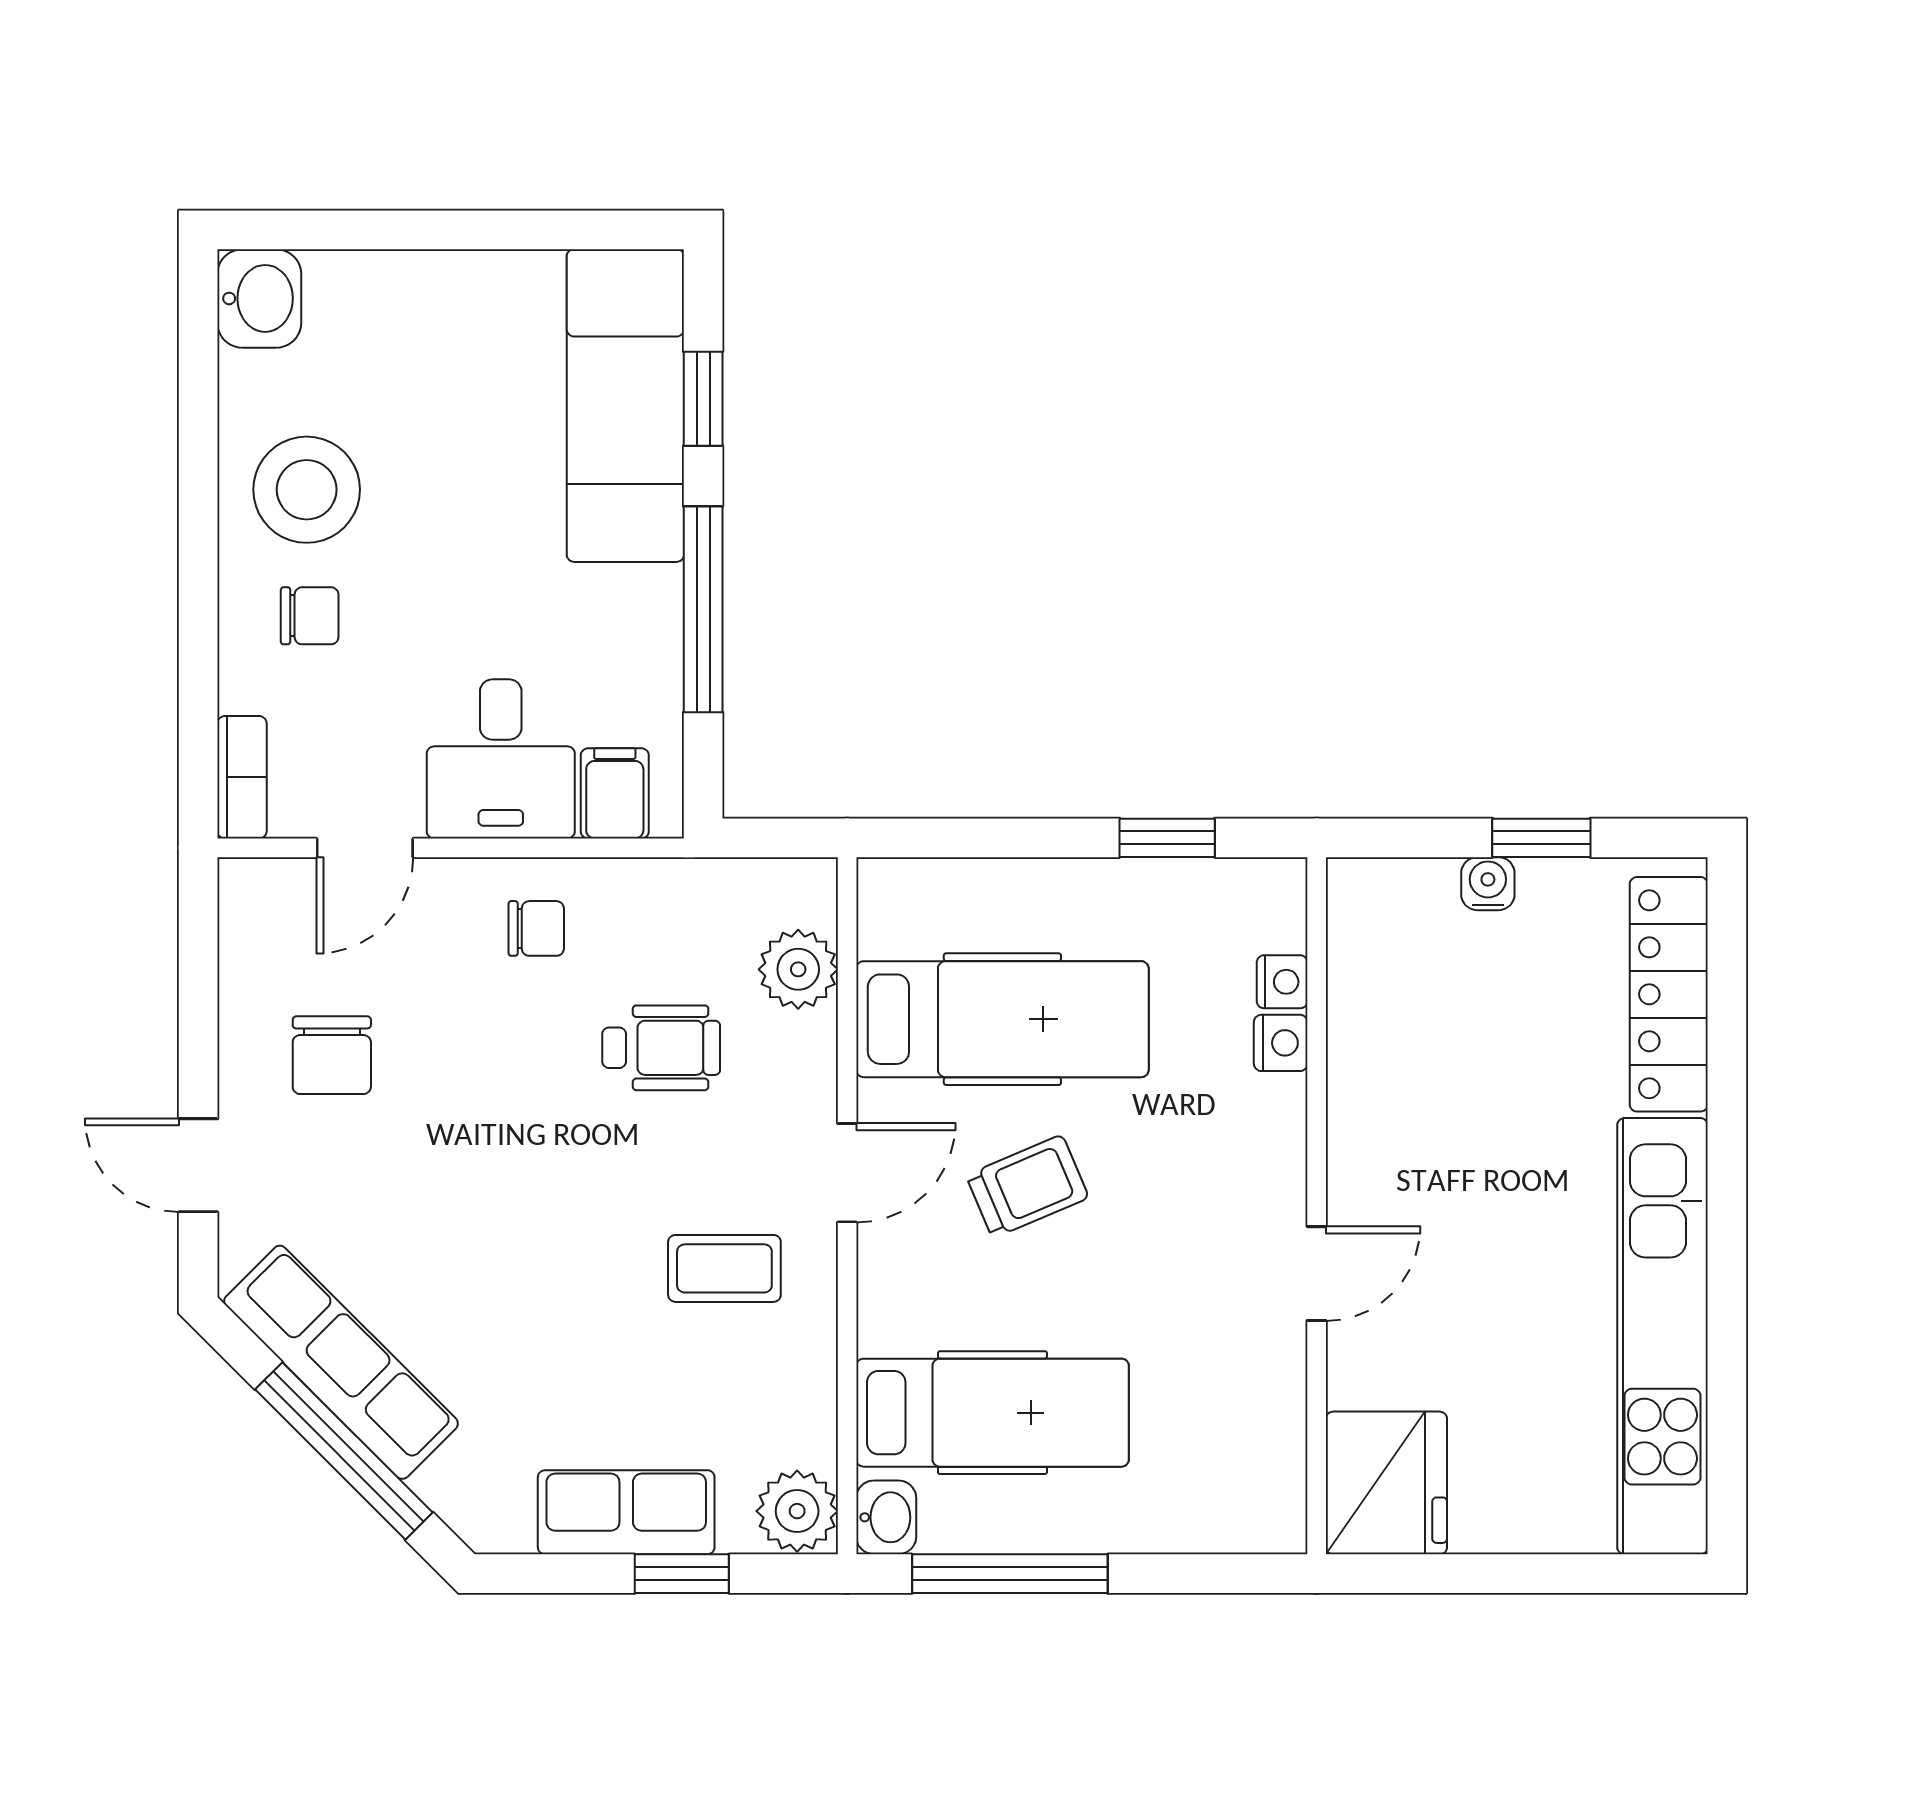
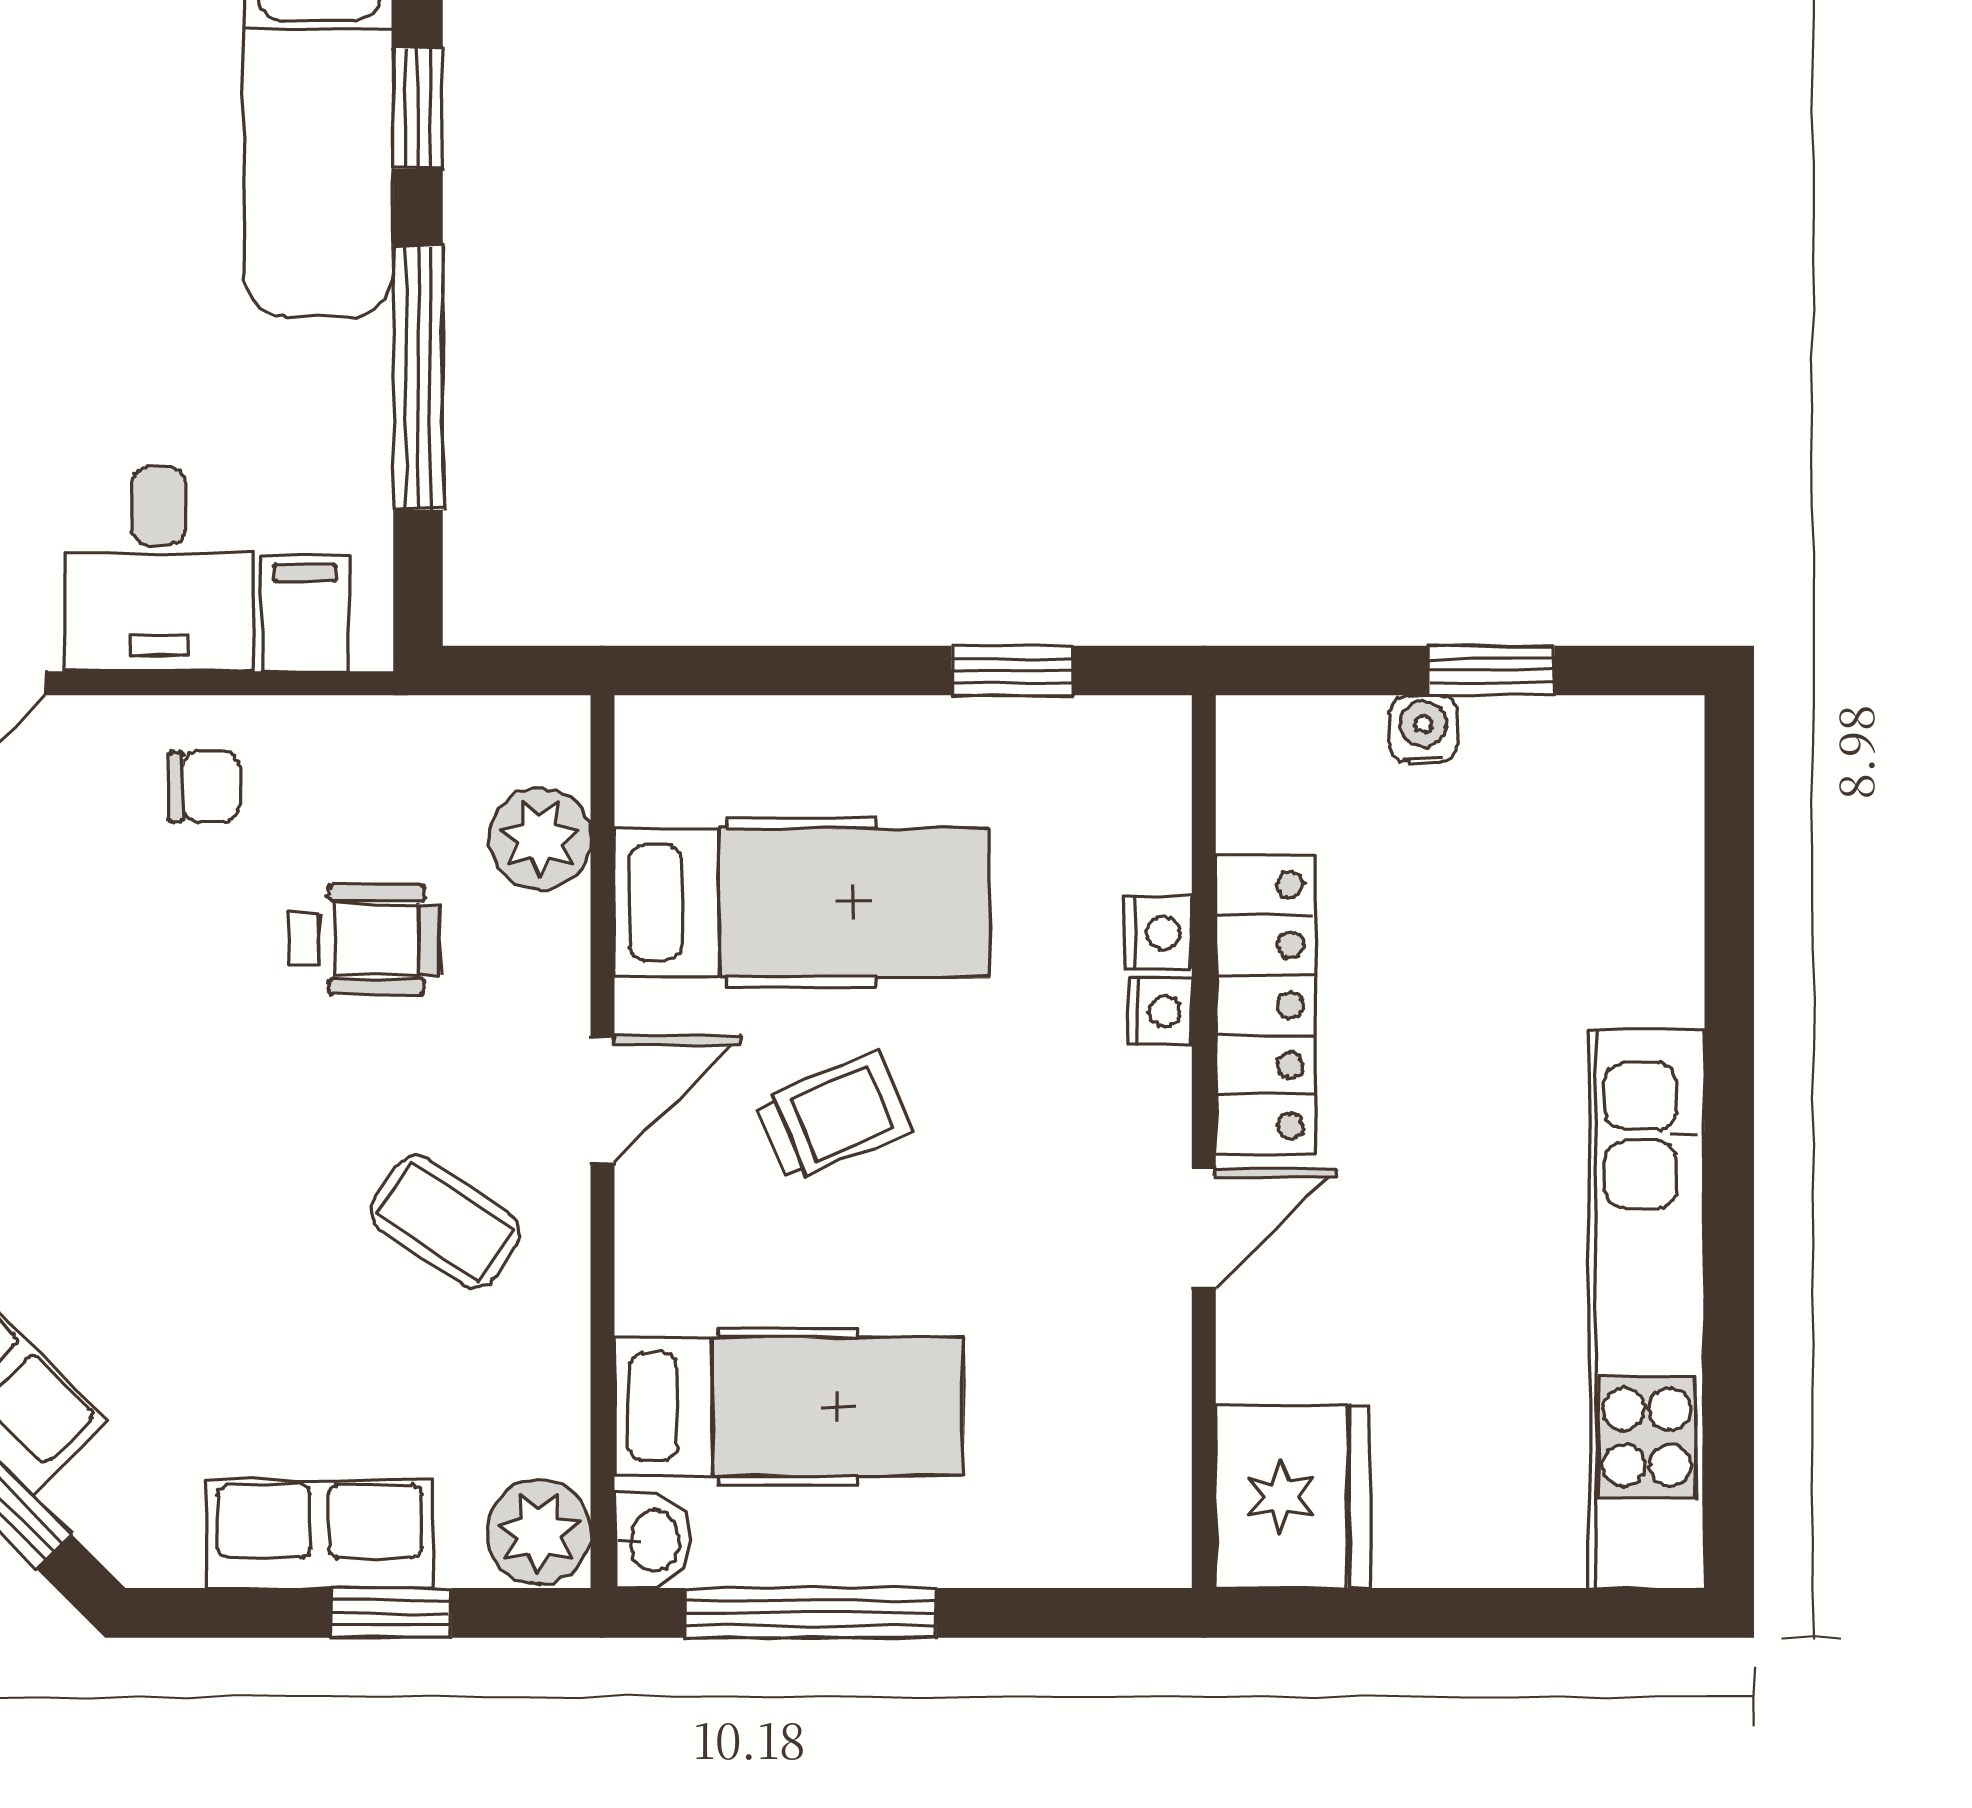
nightstand: (1282, 982) -> (1160, 1011), moved
locker: (1669, 994) -> (1265, 1005), moved, turned 180
coffee table: (724, 1268) -> (445, 1222), turned 34

